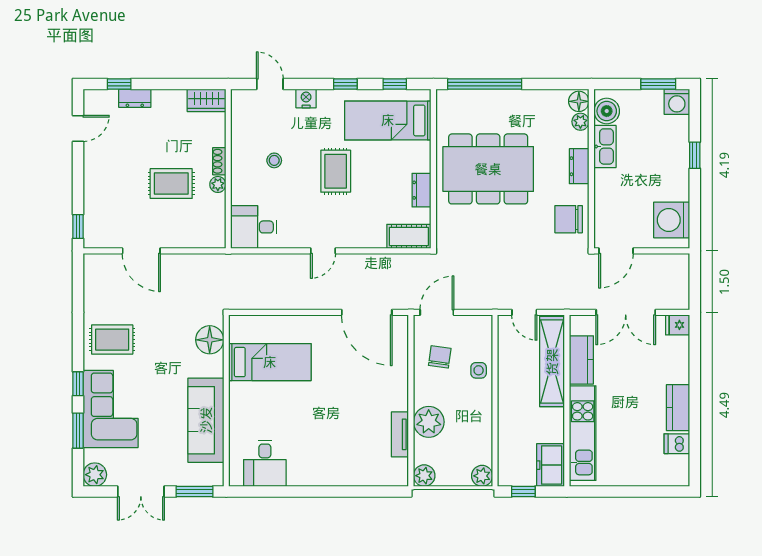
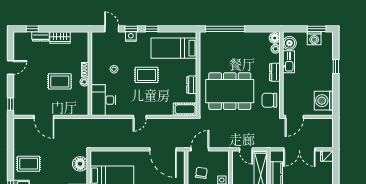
window: (395, 84) -> (131, 29), moved
wardrobe: (207, 100) -> (60, 38), moved
washing machine: (677, 102) -> (314, 38), moved
door: (78, 128) -> (10, 67), moved
dining table: (488, 169) -> (230, 91), moved
rug: (336, 171) -> (146, 75), turned 90
desk: (254, 227) -> (103, 100), width x1.37

